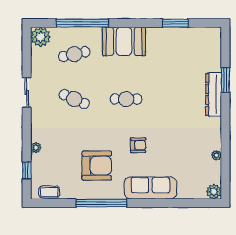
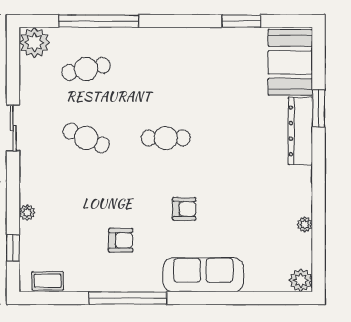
booth: (124, 41) -> (290, 62), moved, turned 90
armchair: (97, 166) -> (121, 240), width x0.53, depth x0.53

